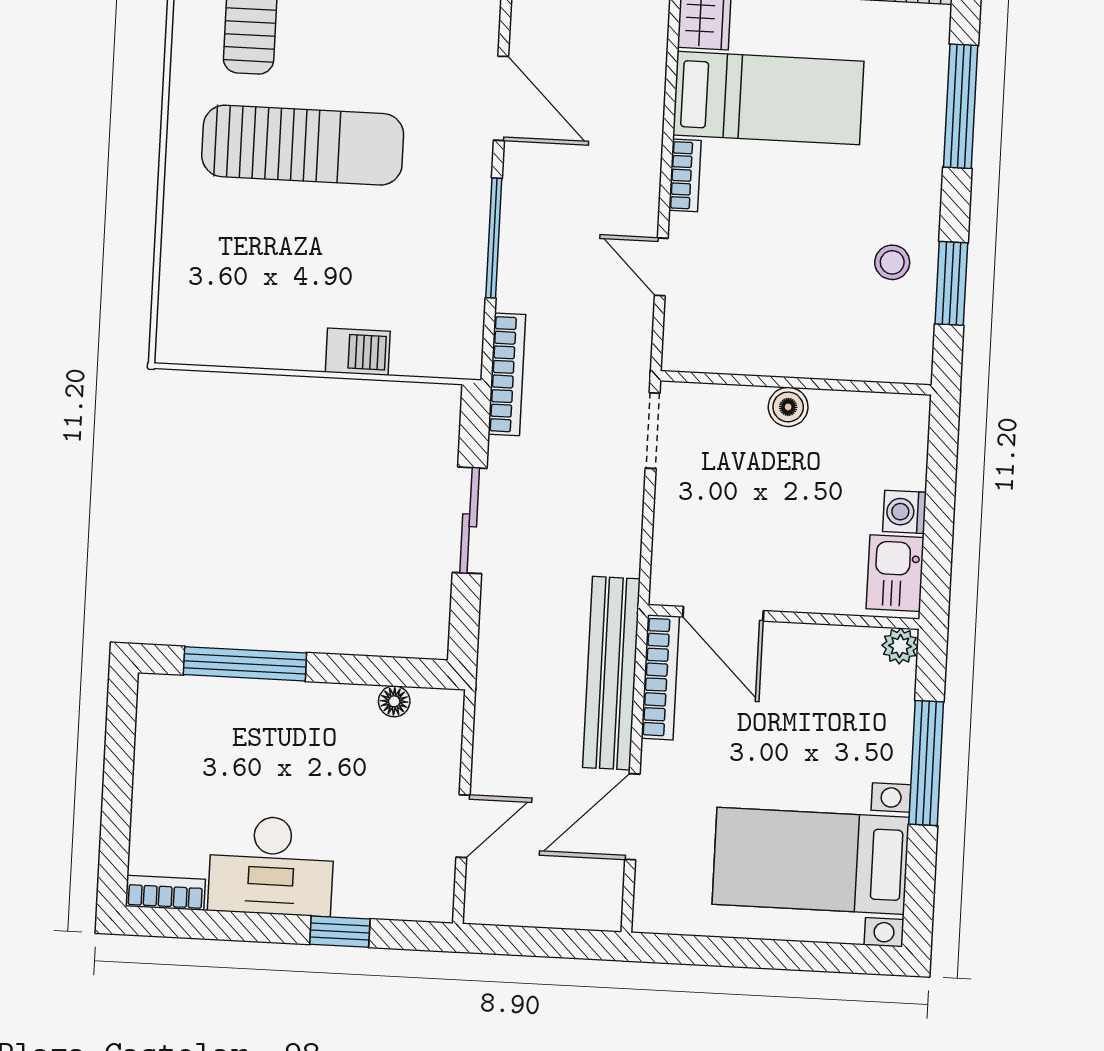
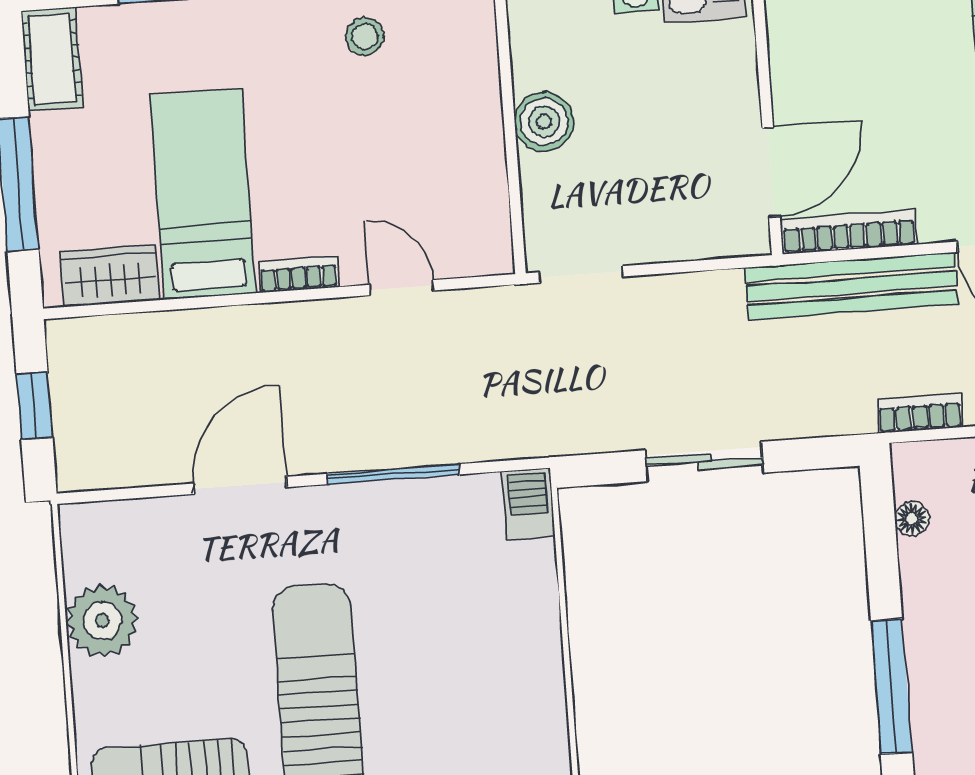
door: (661, 267) -> (401, 288), swing flipped
barbecue: (358, 352) -> (528, 504), moved
bookcase: (507, 374) -> (920, 413), moved, width x0.64
boiler: (788, 407) -> (544, 122), width x1.36, depth x1.36

